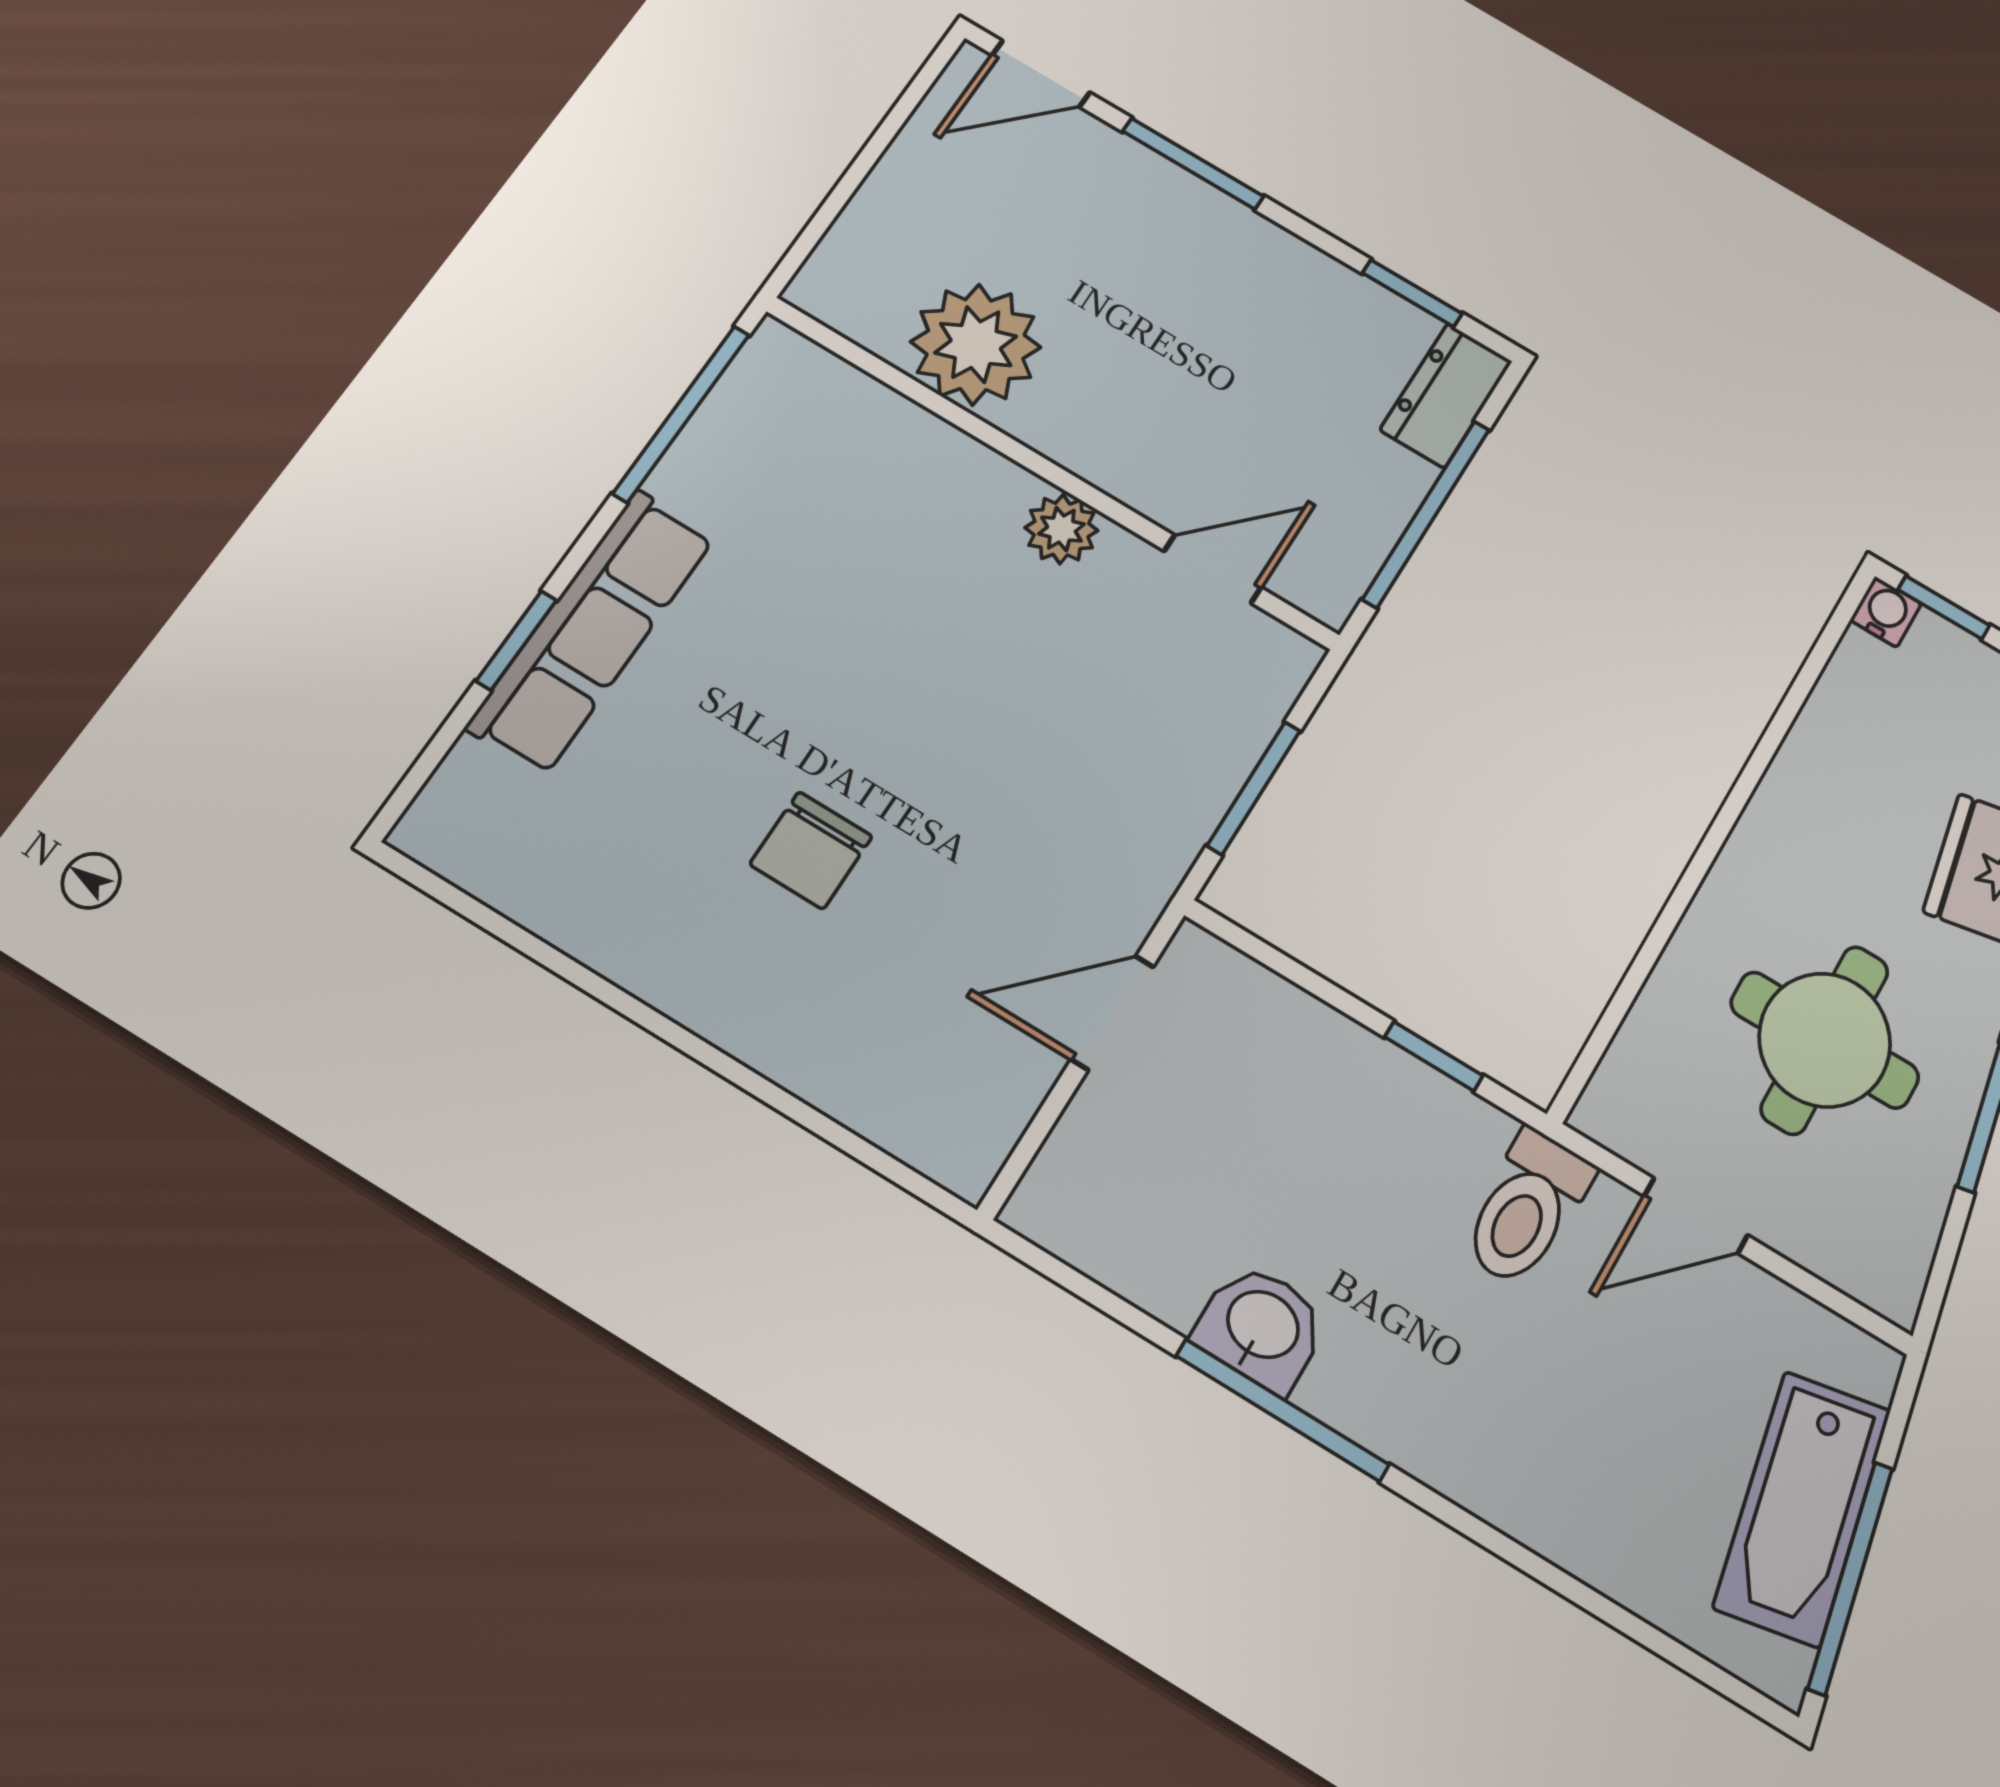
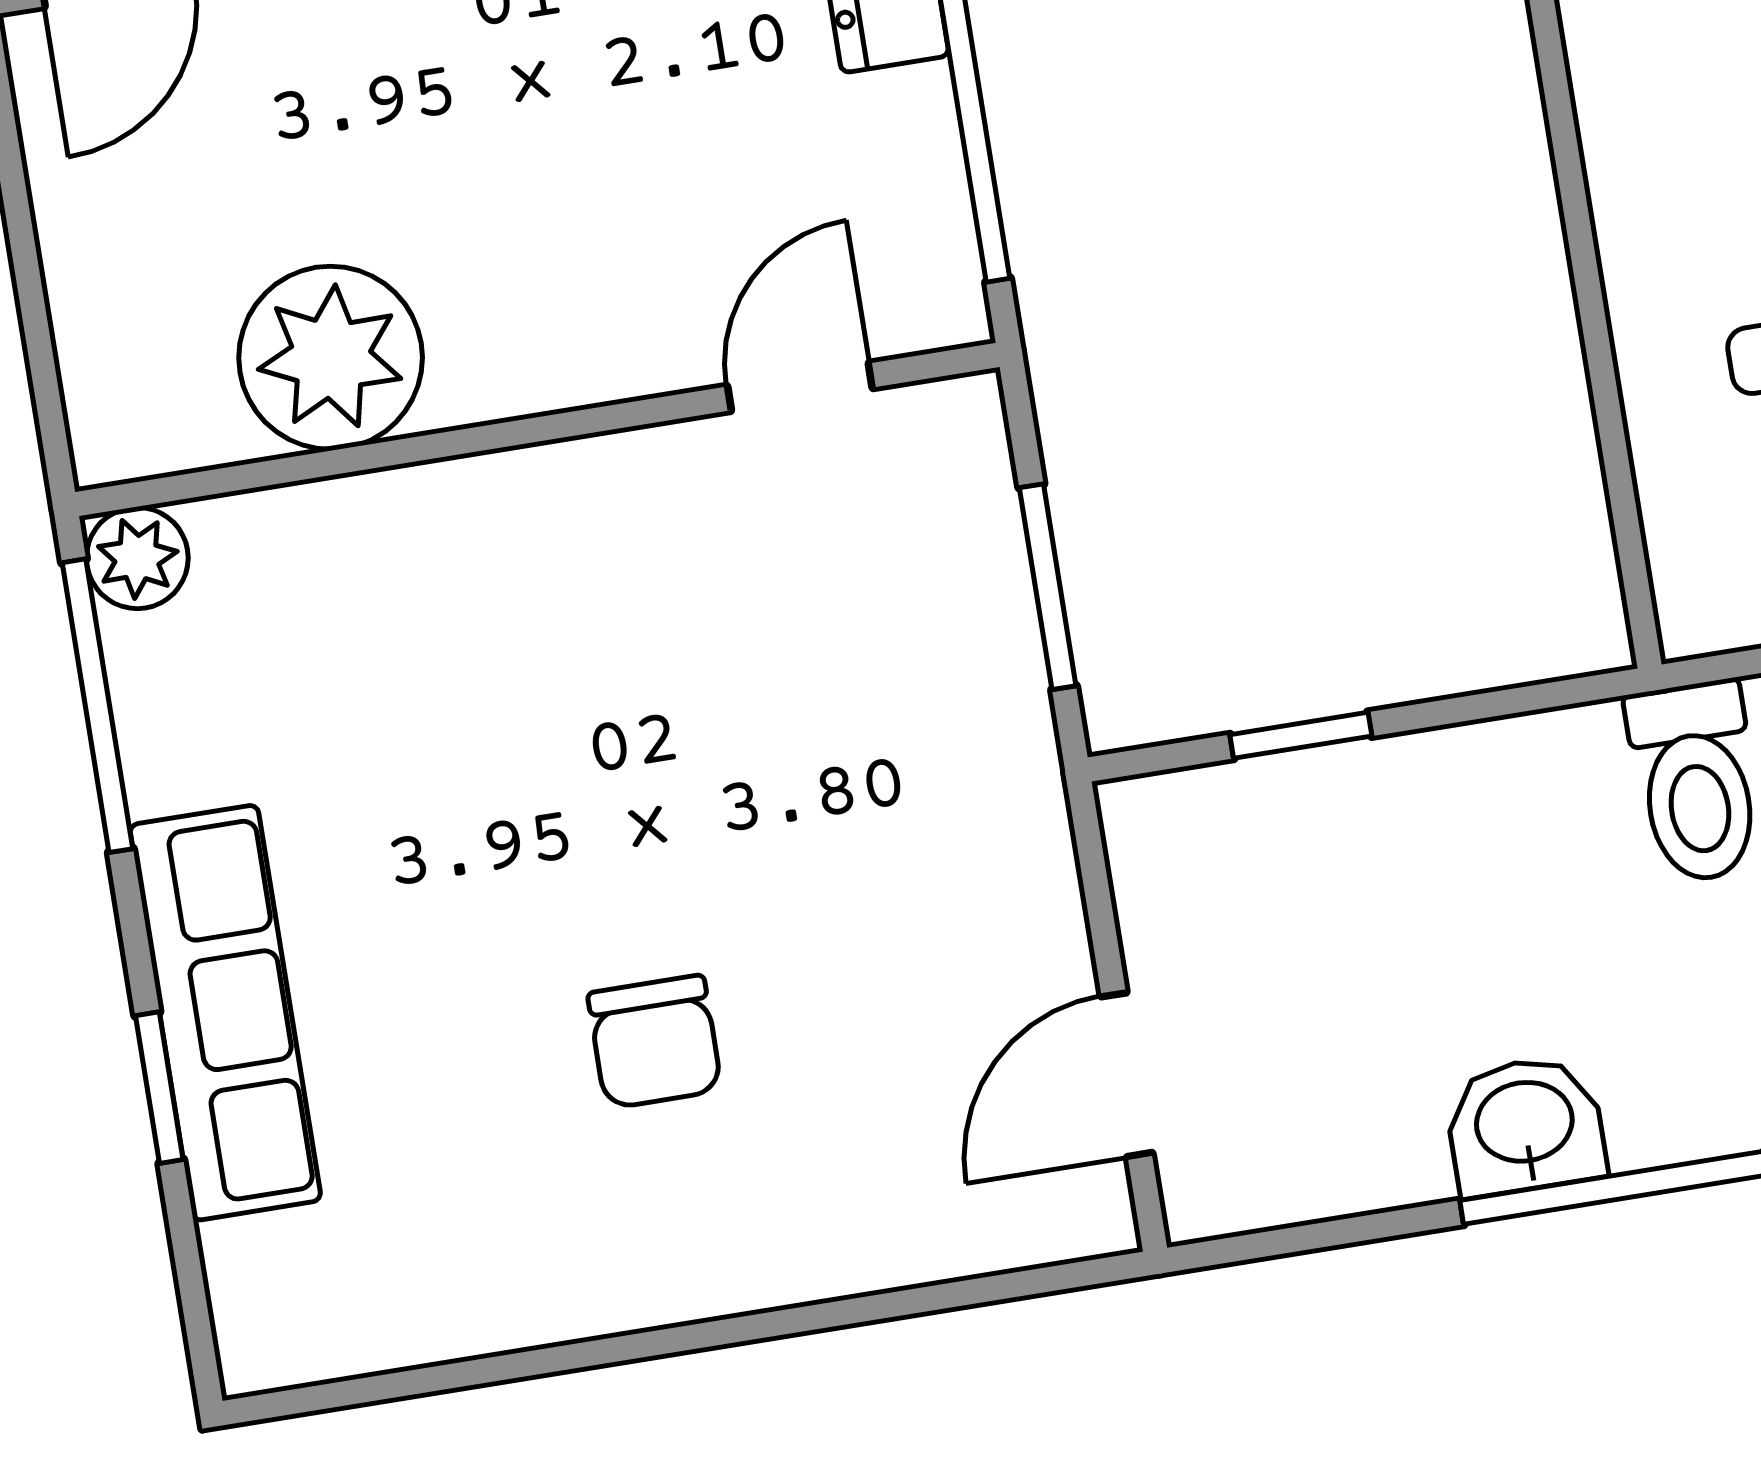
plant: (1061, 529) -> (137, 558), moved
door: (1112, 1013) -> (1127, 1075), moved
window: (1434, 1056) -> (1301, 735), moved

